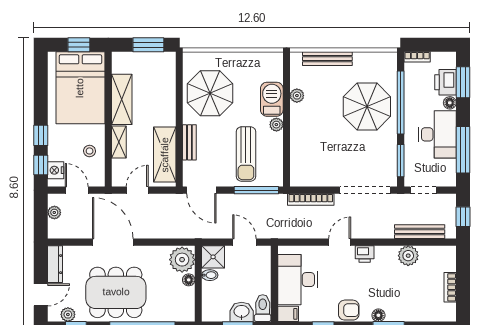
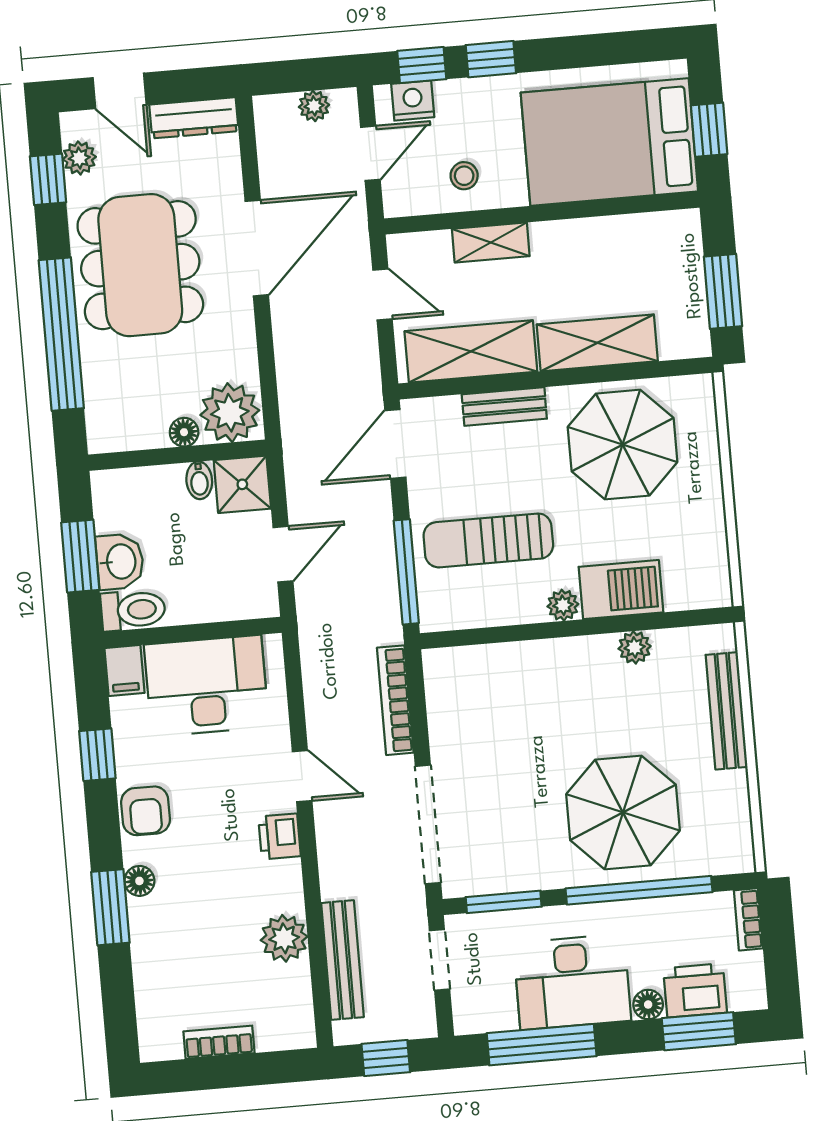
shelving: (122, 99) -> (597, 343), moved

